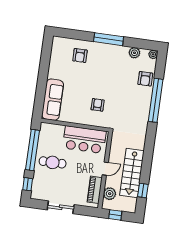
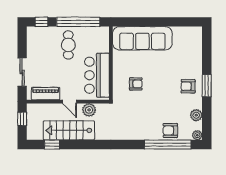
window: (109, 39) -> (207, 86), width x0.69
armchair: (80, 55) -> (188, 86), moved
sofa: (53, 100) -> (142, 38), width x1.36, depth x1.27
window: (156, 100) -> (168, 145), moved
plant: (110, 194) -> (89, 110), moved
sliding door: (61, 207) -> (22, 72), moved

